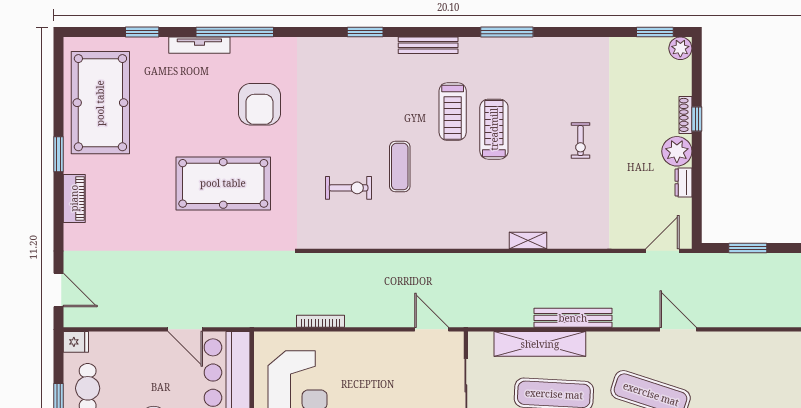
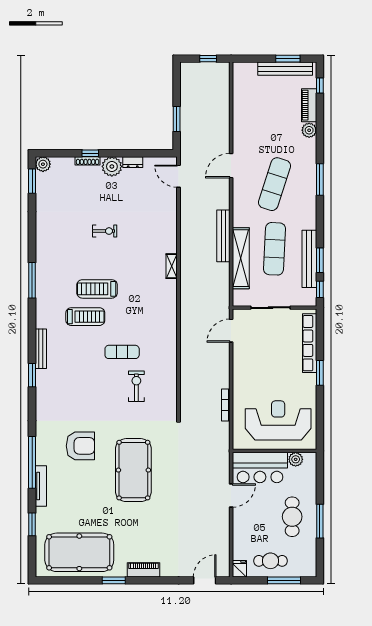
bench: (428, 45) -> (41, 349), moved

